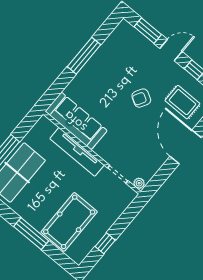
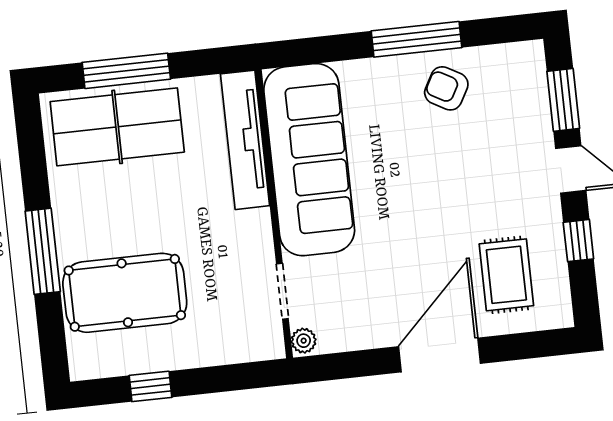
armchair: (141, 98) -> (446, 88), moved
sofa: (76, 121) -> (309, 160), width x1.36, depth x1.27
tv unit: (77, 152) -> (245, 140), moved

